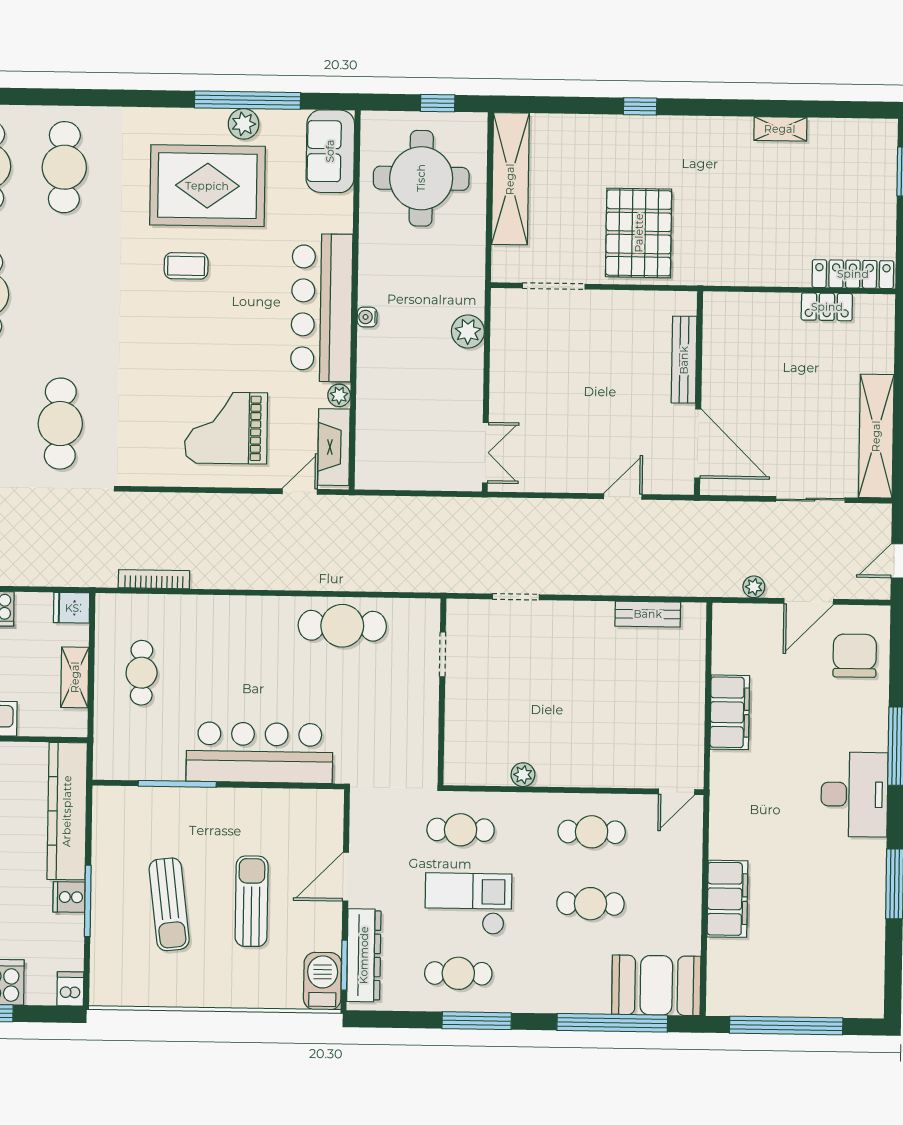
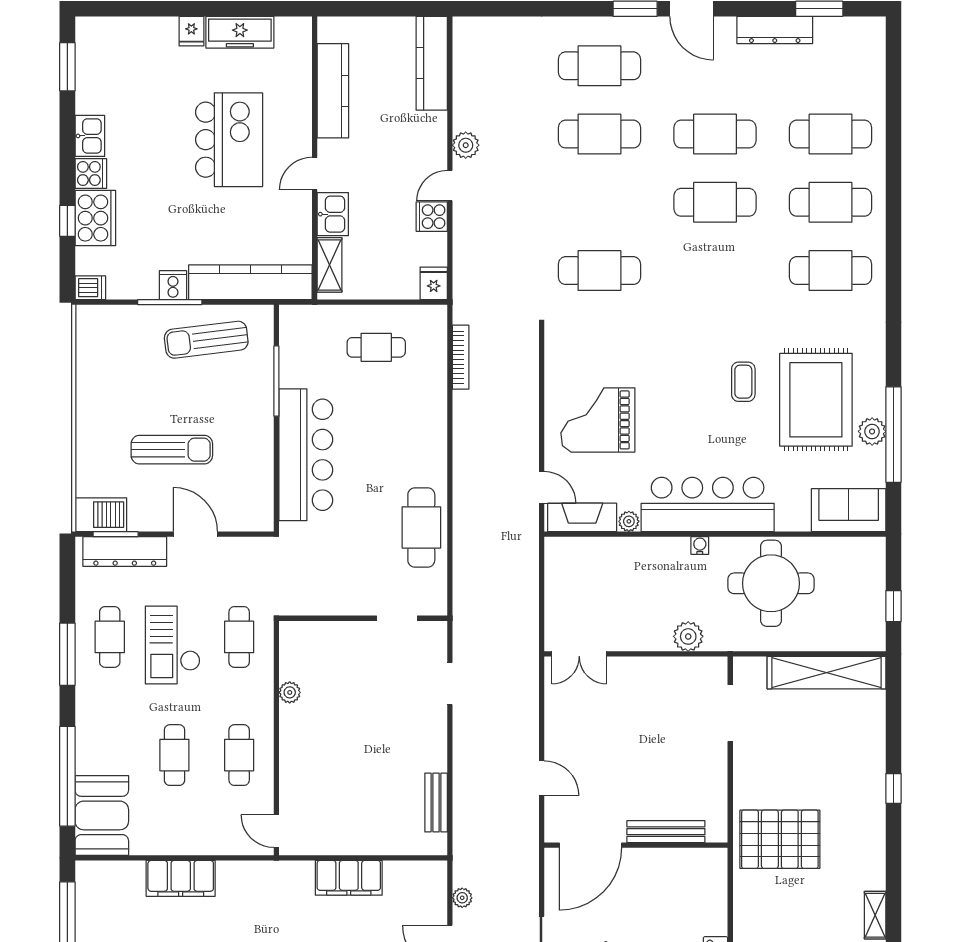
round table: (421, 178) -> (771, 583), moved
pallet: (639, 233) -> (780, 839), moved
grand piano: (226, 428) -> (598, 420), turned -90
shelving: (75, 677) -> (330, 265), moved, turned 90
sun lounger: (169, 904) -> (206, 340), moved
checkout: (468, 904) -> (173, 645), turned 180

